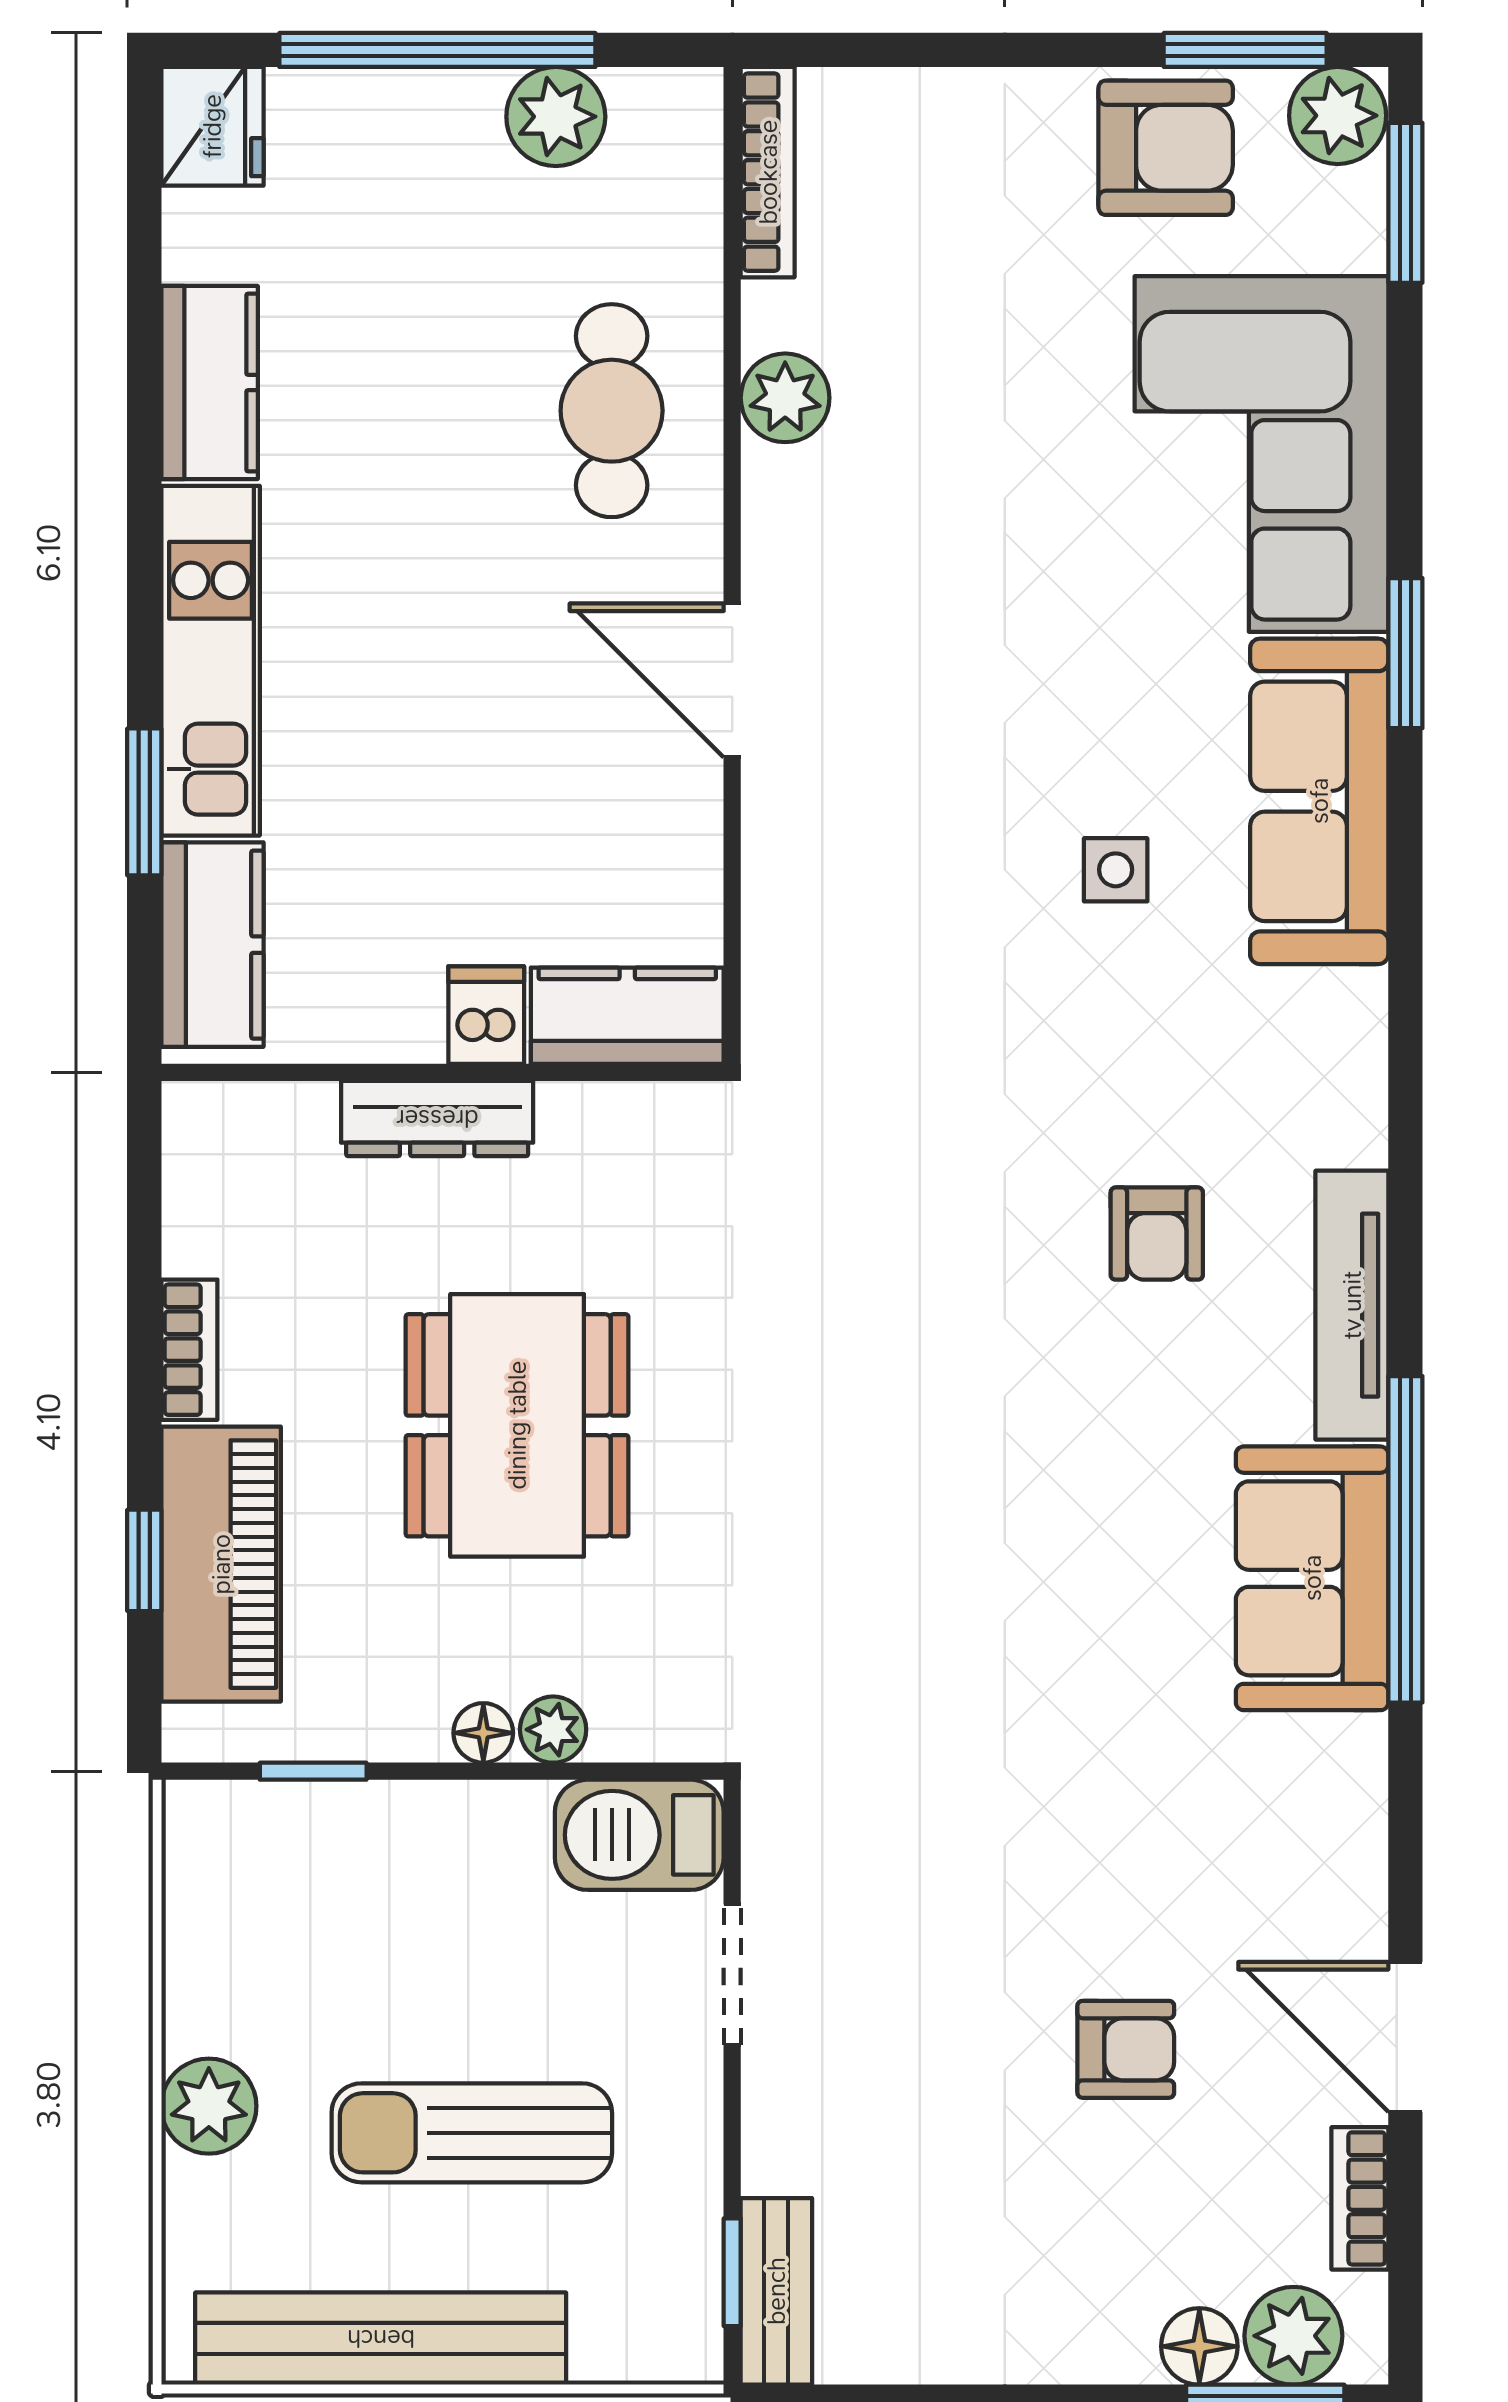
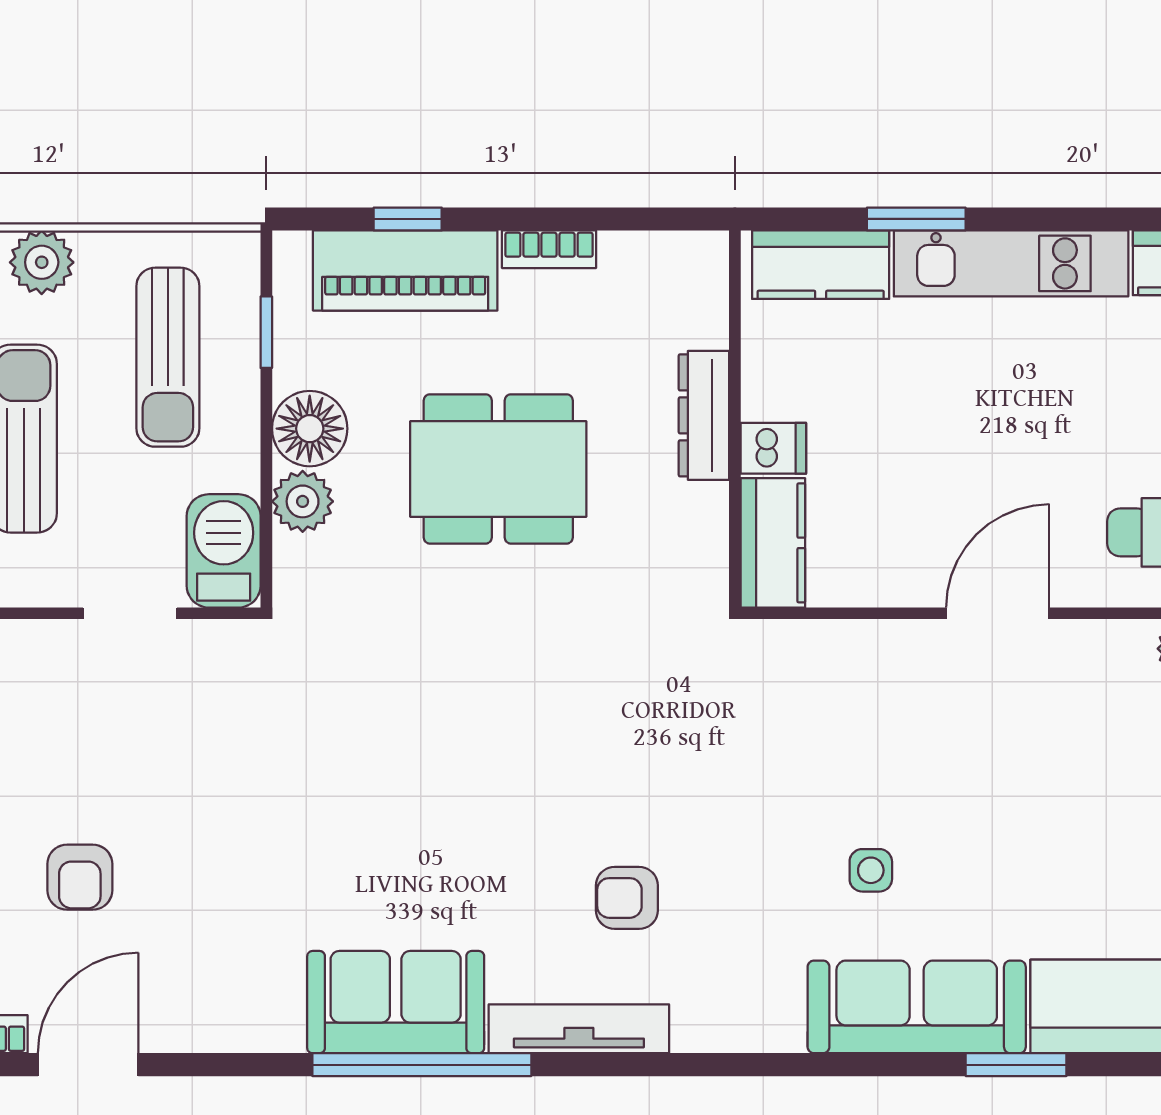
plant: (553, 1730) -> (303, 501), width x1.38, depth x1.38
floor lamp: (483, 1733) -> (310, 429), width x1.89, depth x1.89
sun lounger: (350, 1918) -> (168, 357), added

